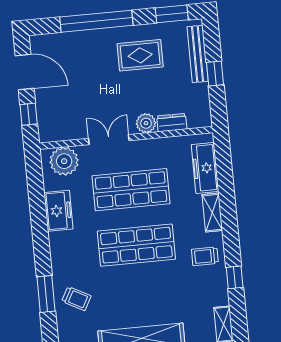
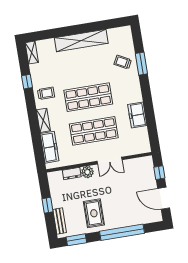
bench: (198, 54) -> (60, 221), width x0.73
rug: (140, 55) -> (94, 213), turned 90
plant: (64, 161) -> (136, 145), removed

